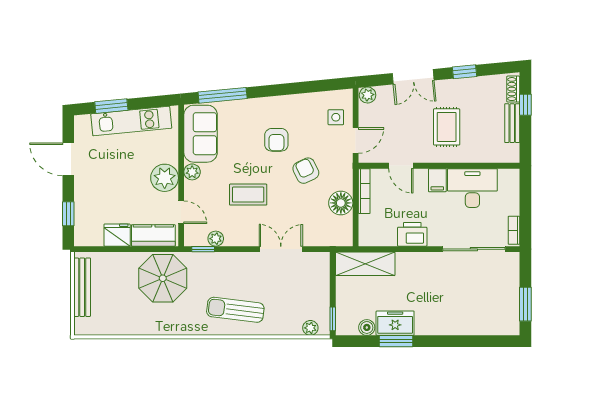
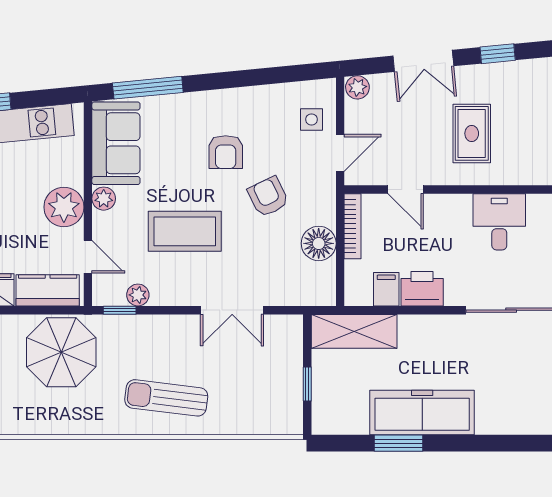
filing cabinet: (437, 180) -> (386, 289), moved, turned 180
desk: (472, 188) -> (499, 222), width x0.73
coffee table: (248, 195) -> (185, 231), width x1.36, depth x1.32
double door: (281, 249) -> (232, 310), swing flipped
window: (333, 319) -> (307, 384), moved
freezer: (395, 323) -> (422, 413), width x1.91, depth x1.26
boiler: (367, 327) -> (356, 423), removed
plant: (310, 328) -> (275, 424), removed

